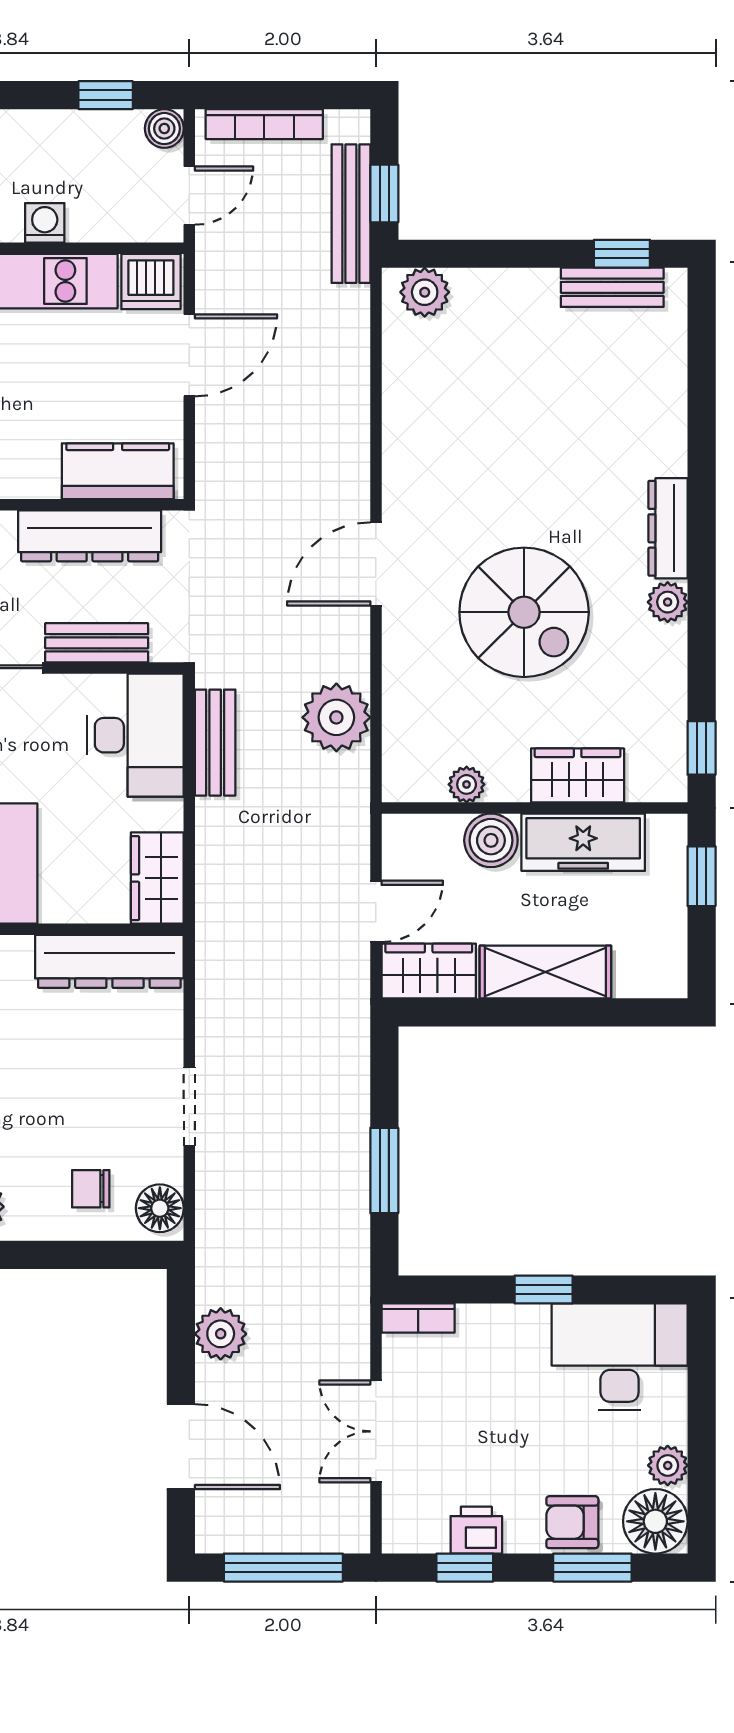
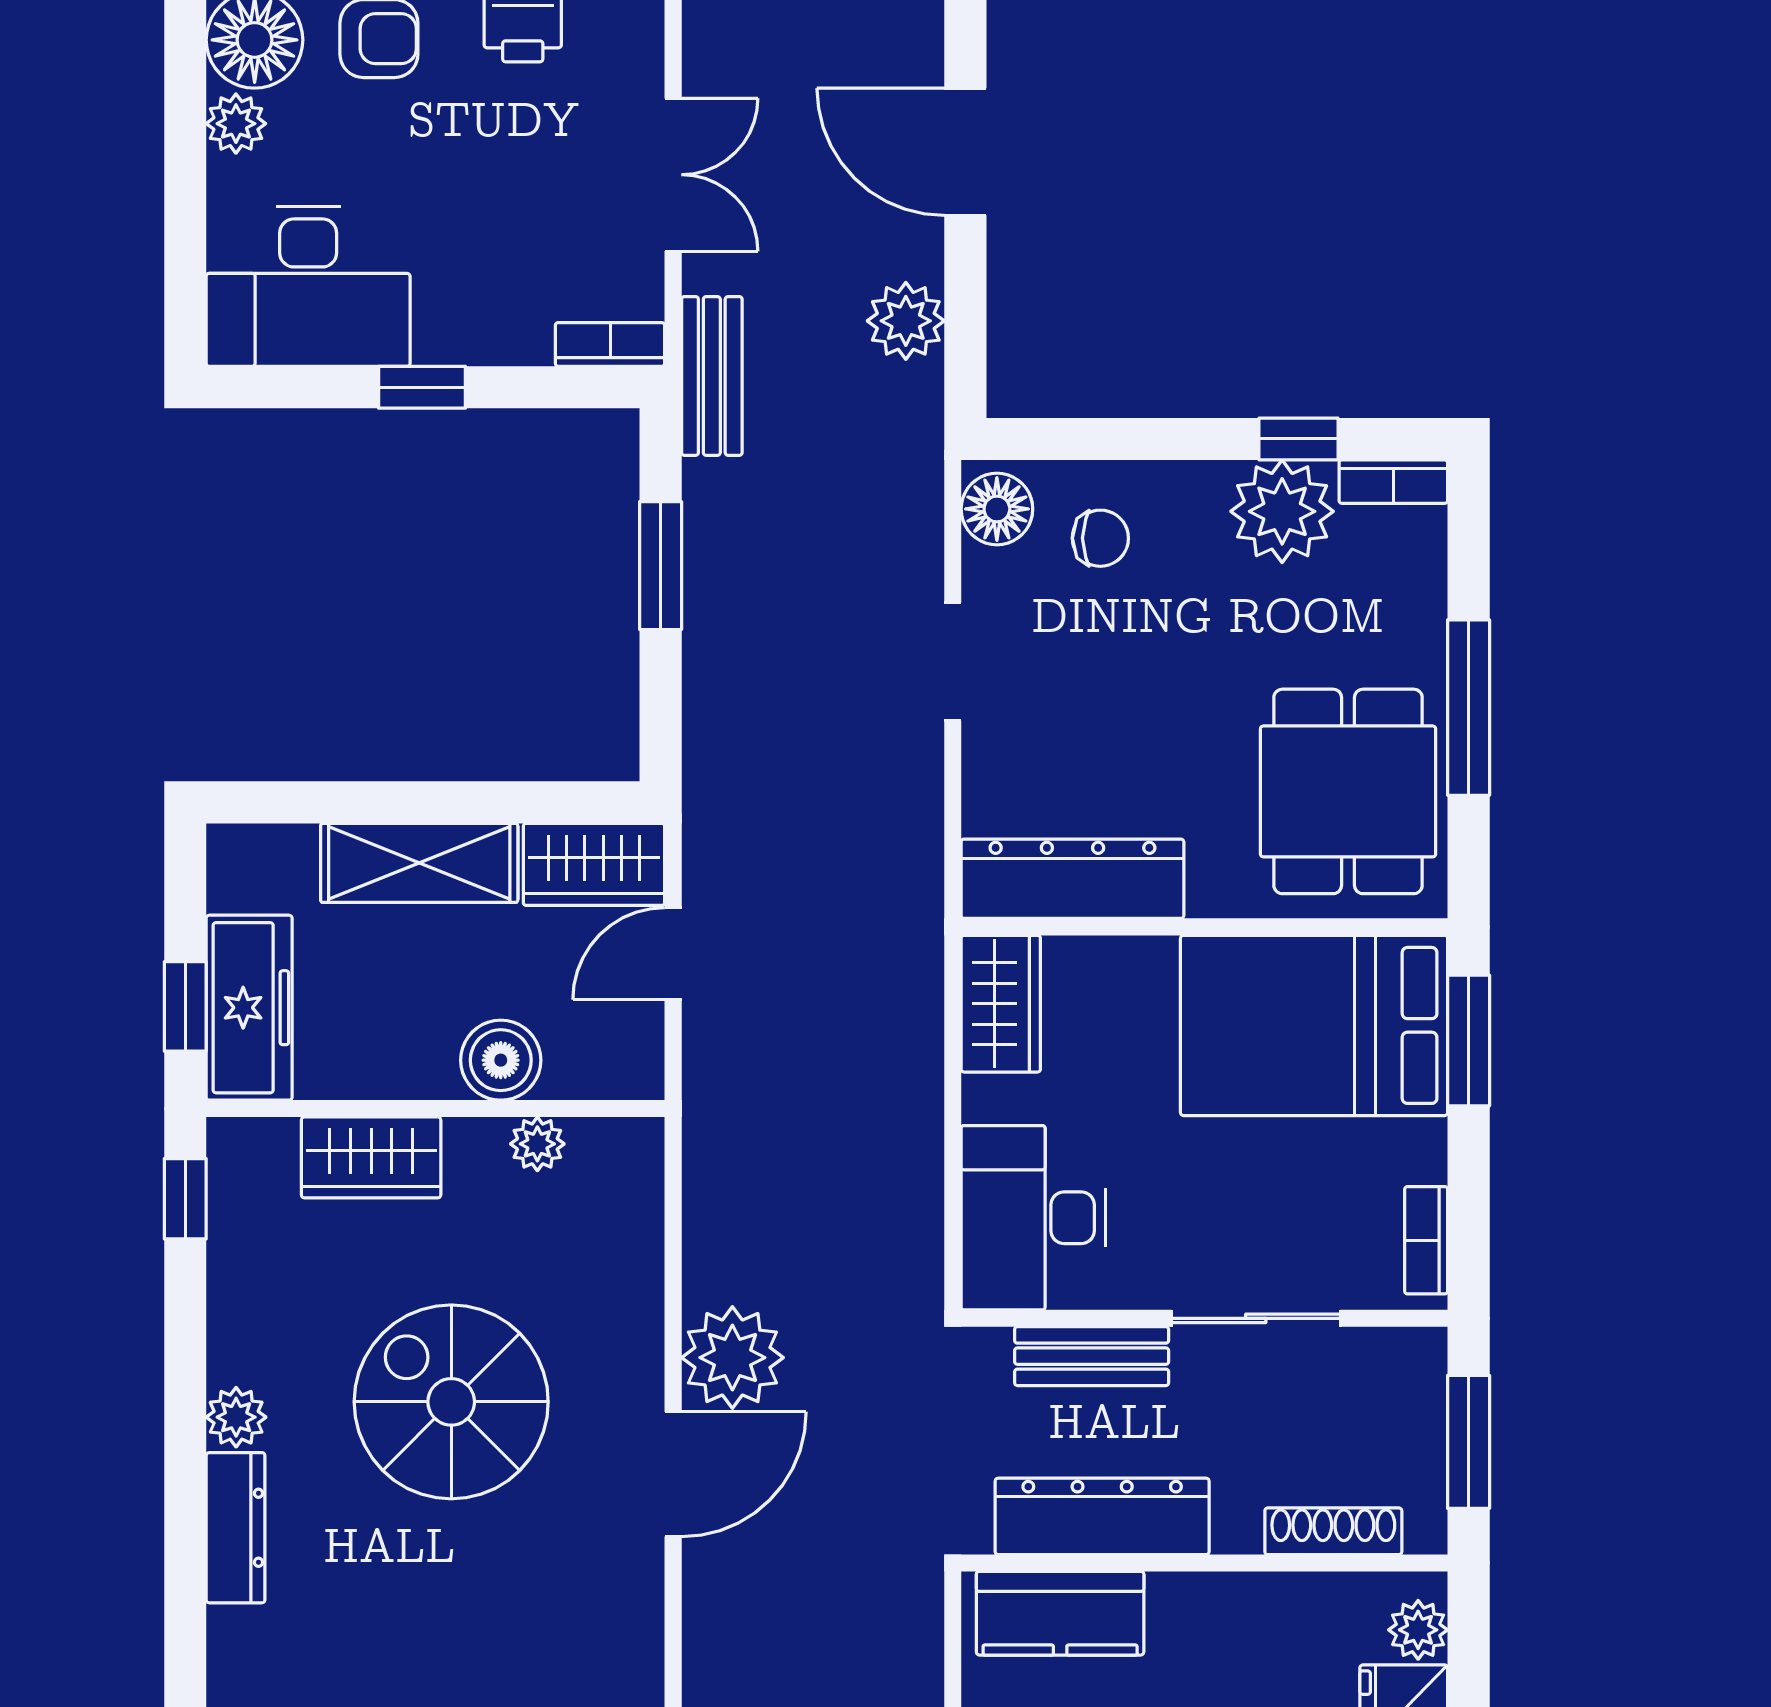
plant: (336, 717) -> (732, 1358), moved
bench: (215, 743) -> (712, 376), moved
freezer: (583, 842) -> (249, 1008), moved, turned 90

